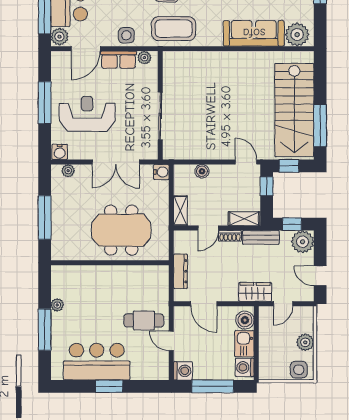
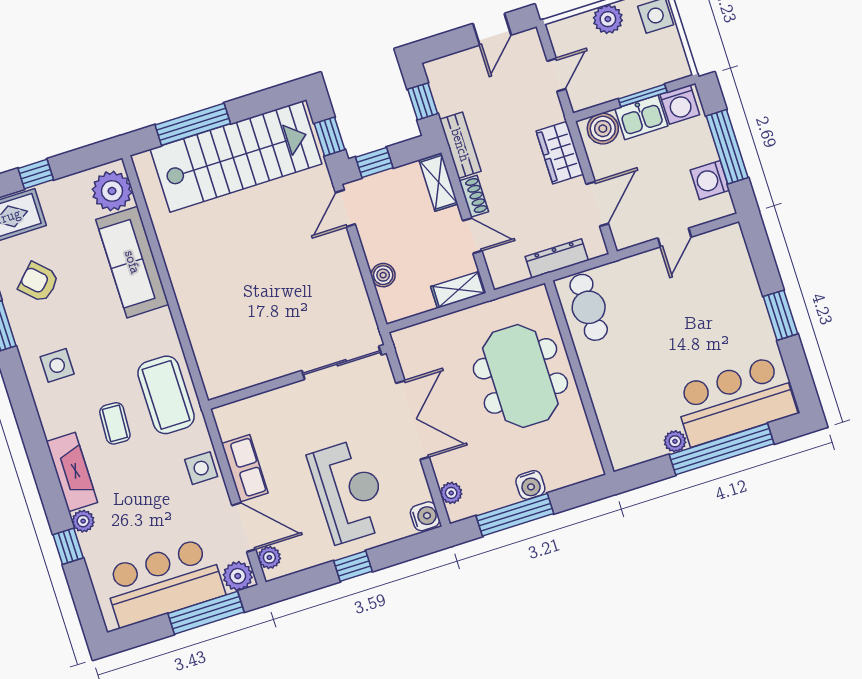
plant: (144, 58) -> (269, 557), moved
window: (45, 103) -> (353, 566), width x0.46
reception desk: (87, 114) -> (349, 491), turned 180
sliding door: (160, 116) -> (342, 363), moved
window: (320, 126) -> (193, 124), moved
water cooler: (161, 172) -> (530, 485), moved, turned 180
window: (45, 218) -> (515, 515), moved
plant: (303, 242) -> (446, 75), removed
wardrobe: (255, 292) -> (560, 153), moved
door: (283, 304) -> (556, 75), hinge flipped
cafe table: (144, 321) -> (589, 307), moved
window: (45, 330) -> (722, 449), width x1.46
window: (256, 348) -> (643, 96), added
bar counter: (97, 362) -> (735, 401), moved, turned 90
washing machine: (183, 371) -> (710, 180), moved, turned -90

